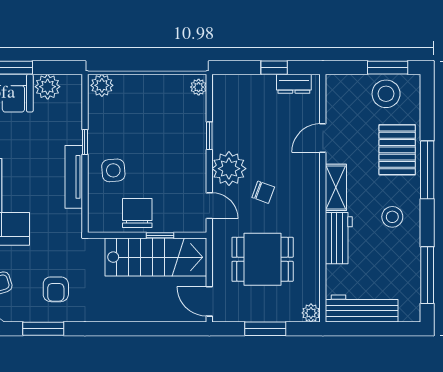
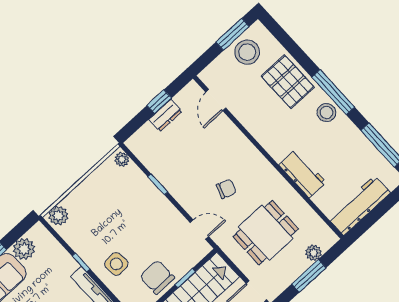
dresser: (294, 84) -> (165, 115), moved
door: (323, 138) -> (216, 100), moved
plant: (229, 169) -> (190, 194), removed
window: (427, 170) -> (333, 92), moved
shelving: (336, 187) -> (270, 143), removed
stool: (392, 217) -> (326, 113), moved
plant: (311, 313) -> (313, 253), moved

